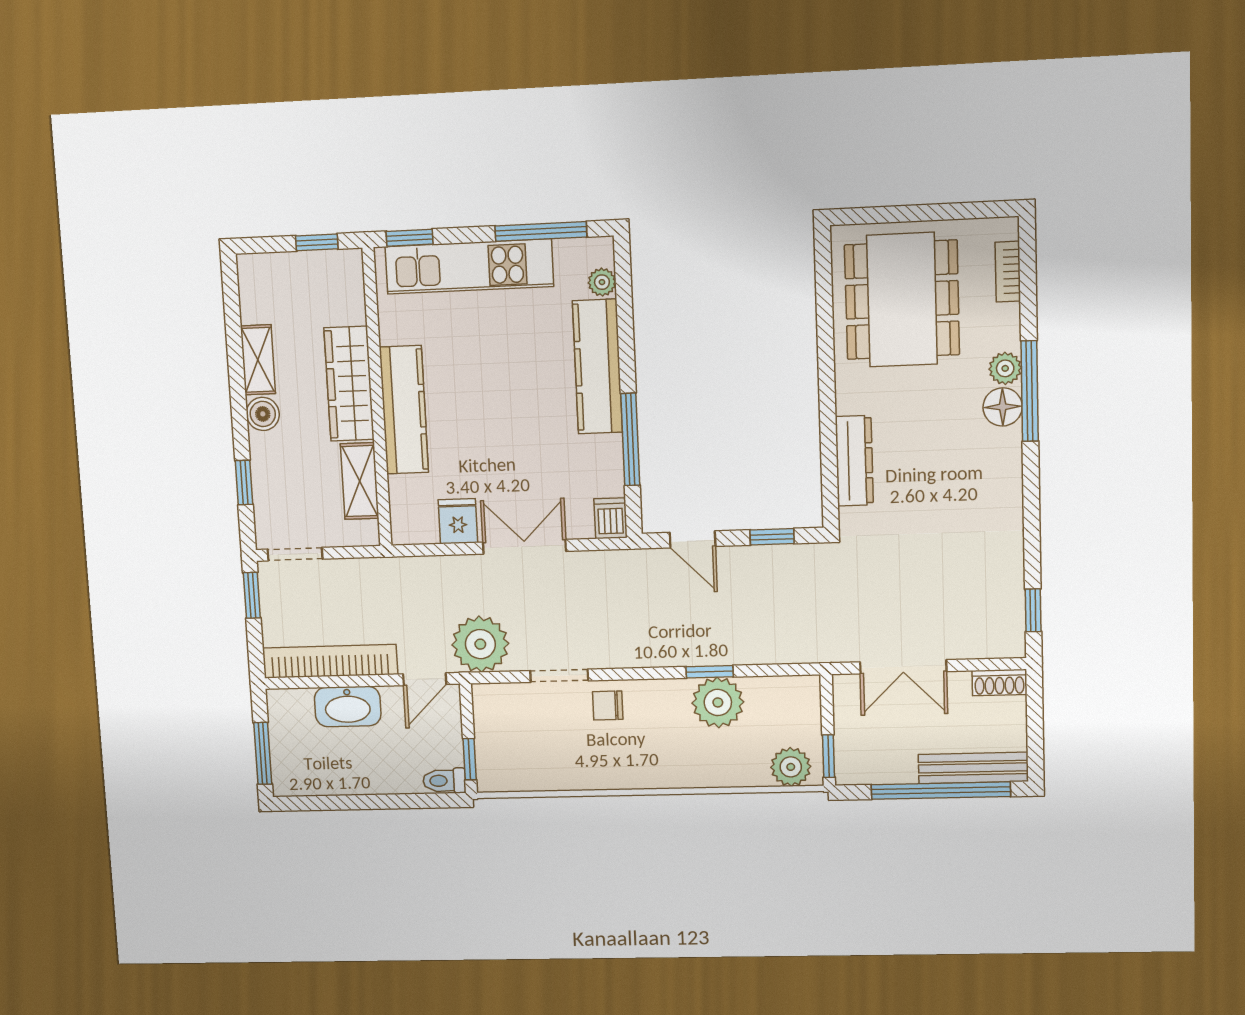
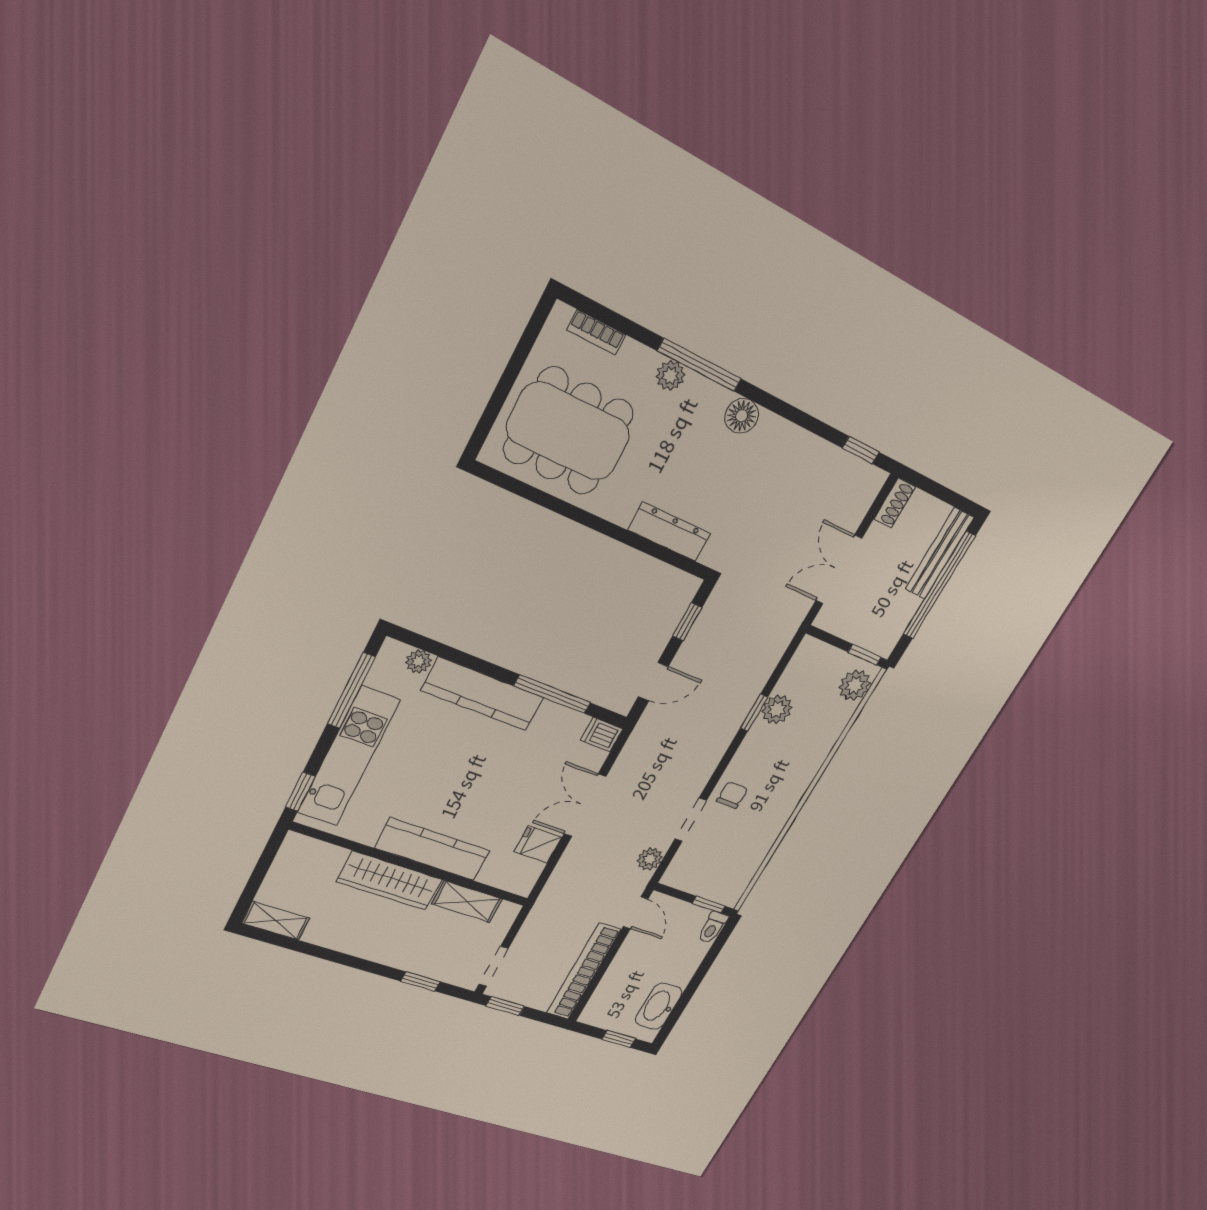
window: (317, 242) -> (265, 861), removed
shelving: (258, 360) -> (276, 921), moved
floor lamp: (1003, 407) -> (742, 416), moved
boiler: (263, 414) -> (377, 950), removed
plant: (480, 644) -> (650, 859), width x0.53, depth x0.53
double door: (903, 667) -> (839, 570), swing flipped
plant: (718, 702) -> (777, 710), width x0.73, depth x0.73
chair: (608, 705) -> (732, 795), turned 180
washbasin: (348, 706) -> (659, 1006), moved, turned 180
window: (263, 753) -> (619, 1039), width x0.67

